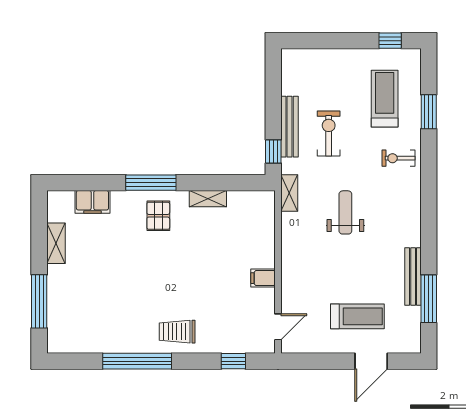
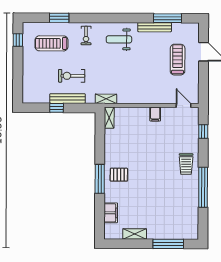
window: (273, 152) -> (57, 108), moved
shelving: (208, 199) -> (109, 118), moved
weight bench: (345, 212) -> (119, 39), moved

